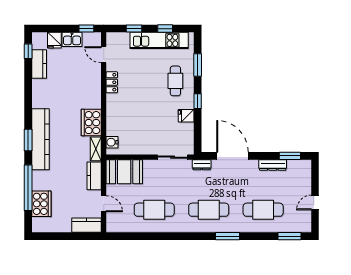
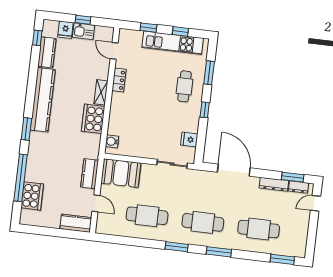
window: (86, 29) -> (83, 20), moved
fridge: (186, 116) -> (189, 139), moved
kitchen counter: (40, 139) -> (43, 100), moved
shelving: (96, 149) -> (101, 92), moved
dresser: (202, 165) -> (298, 187), moved
door: (315, 203) -> (316, 203), moved
window: (186, 236) -> (177, 247), added

